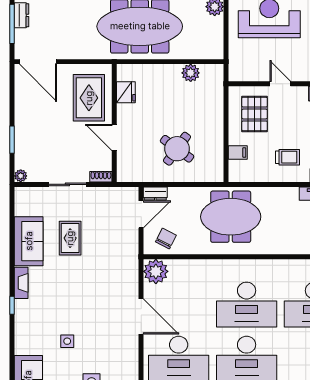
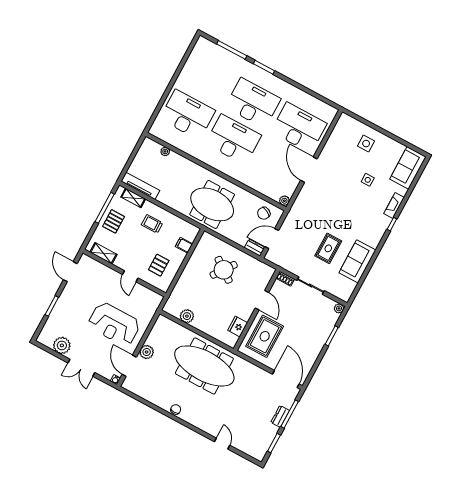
pallet: (255, 114) -> (159, 265), width x0.67, depth x0.71
plant: (156, 271) -> (284, 201), width x0.53, depth x0.53
fireplace: (21, 283) -> (394, 205), moved

